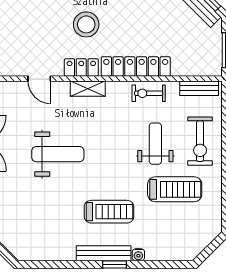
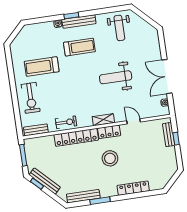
exercise bike: (200, 141) -> (31, 98), turned 180
weight bench: (155, 144) -> (119, 28), moved
treadmill: (109, 212) -> (79, 47), turned 180

